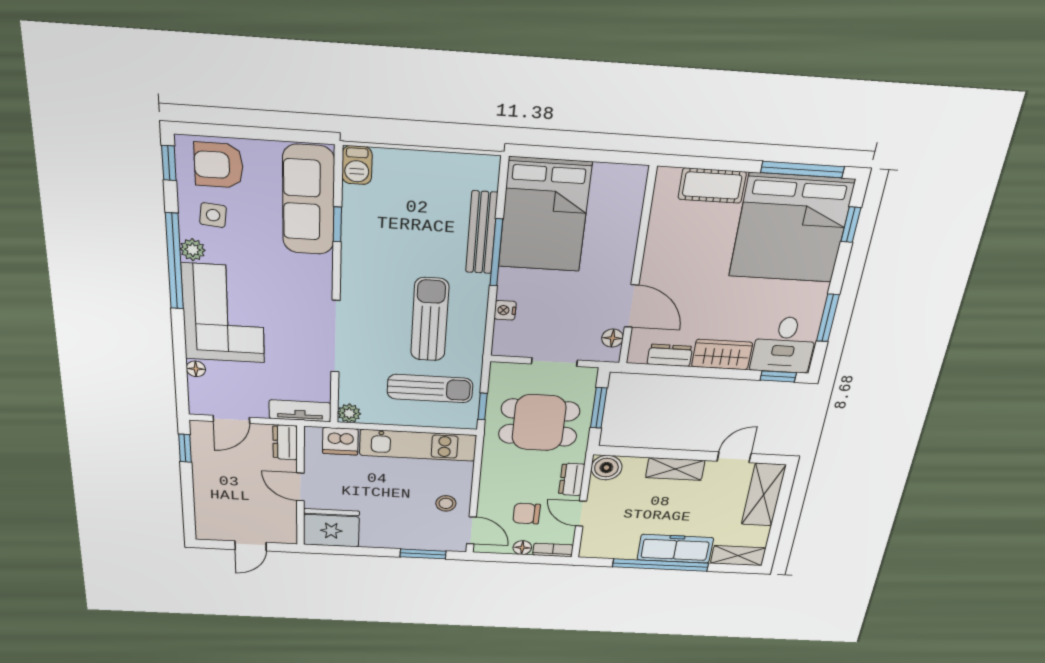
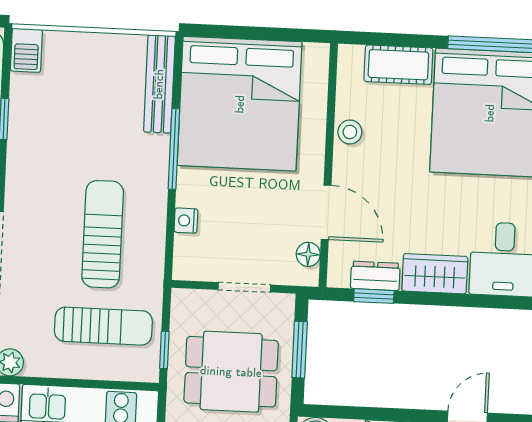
bed: (545, 215) -> (240, 104), width x1.36
bench: (482, 233) -> (159, 84), moved
stool: (660, 242) -> (350, 132), added
window: (778, 376) -> (374, 296), moved

